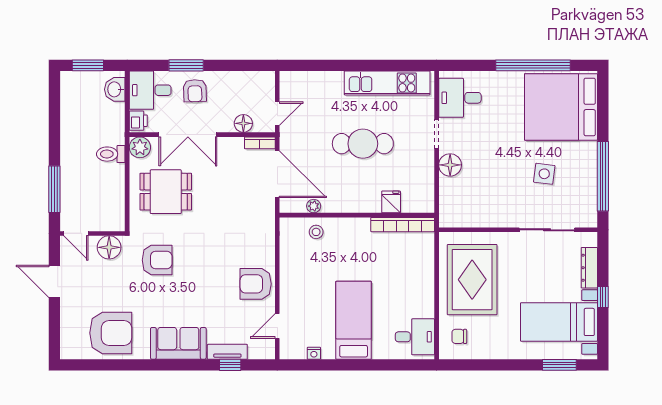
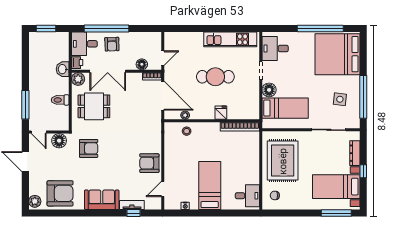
window: (186, 65) -> (107, 29), width x2.11
washbasin: (115, 89) -> (63, 69), moved
toilet: (111, 154) -> (60, 100), moved
side table: (544, 174) -> (340, 99), moved
bed: (476, 195) -> (285, 108), added
fridge: (391, 202) -> (221, 113), moved
plant: (70, 346) -> (35, 201), added
window: (559, 365) -> (336, 213), width x1.44

